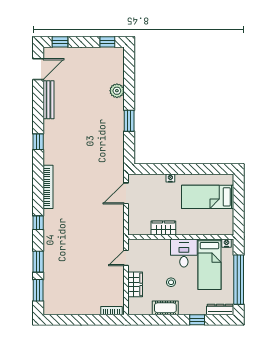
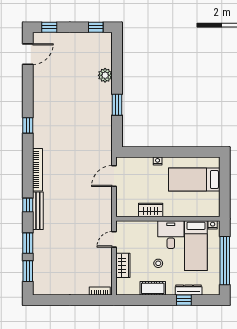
bench: (48, 100) -> (38, 211), moved
dresser: (220, 309) -> (189, 290), moved

